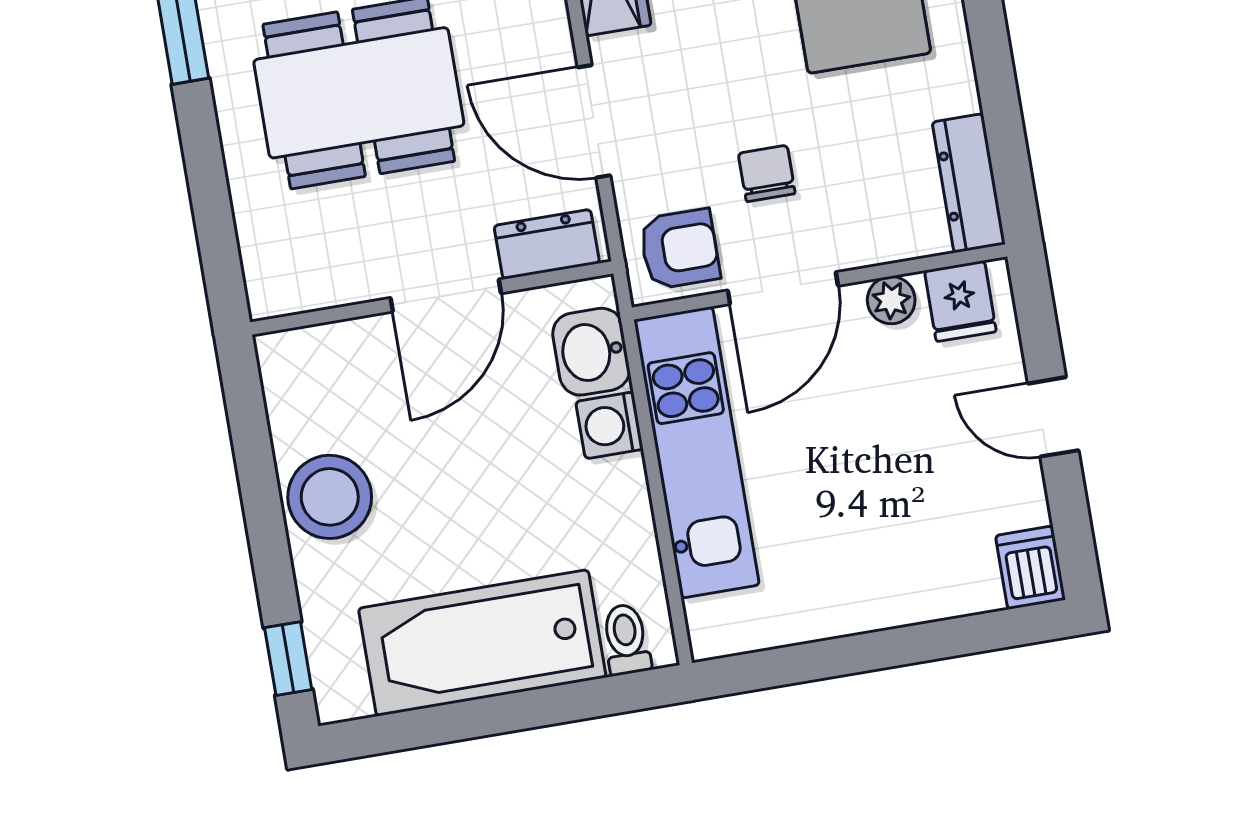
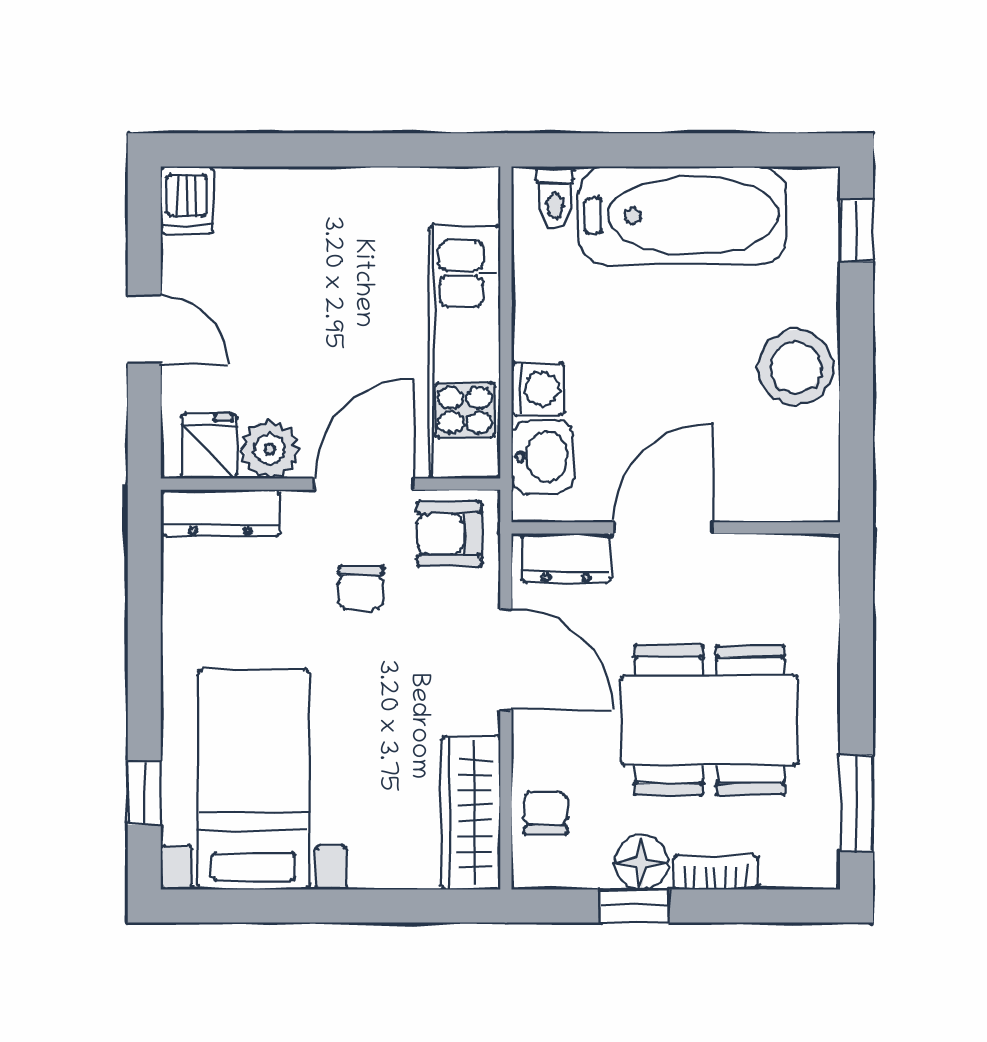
dresser: (969, 183) -> (220, 513), moved, turned 90
plant: (891, 300) -> (270, 449), width x1.38, depth x1.38

